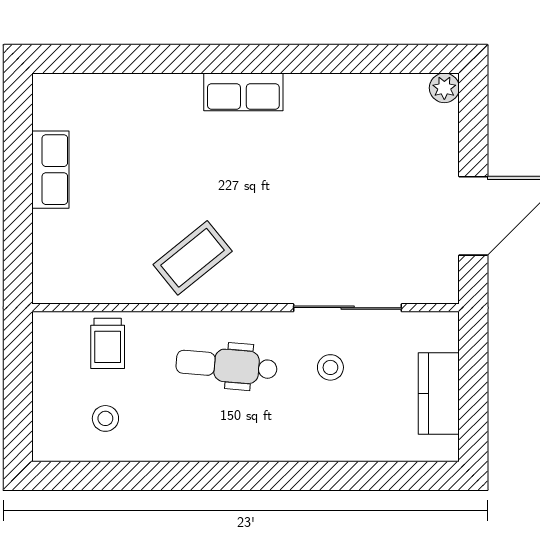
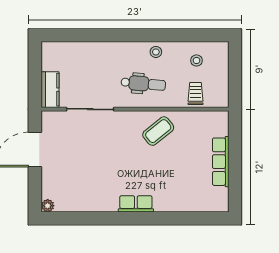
row of seats: (50, 170) -> (221, 162), width x1.48
stool: (330, 367) -> (156, 52), moved
kitchen counter: (439, 393) -> (50, 90), moved

